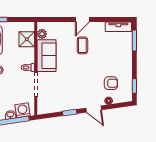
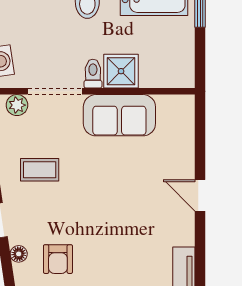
plant: (42, 34) -> (17, 105), moved
shower: (27, 39) -> (121, 71), moved
coffee table: (82, 45) -> (40, 170), moved

